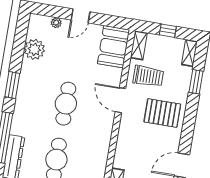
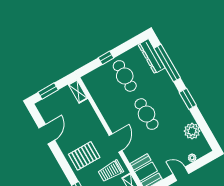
door: (80, 16) -> (181, 174), hinge flipped
door: (120, 100) -> (116, 143), hinge flipped

